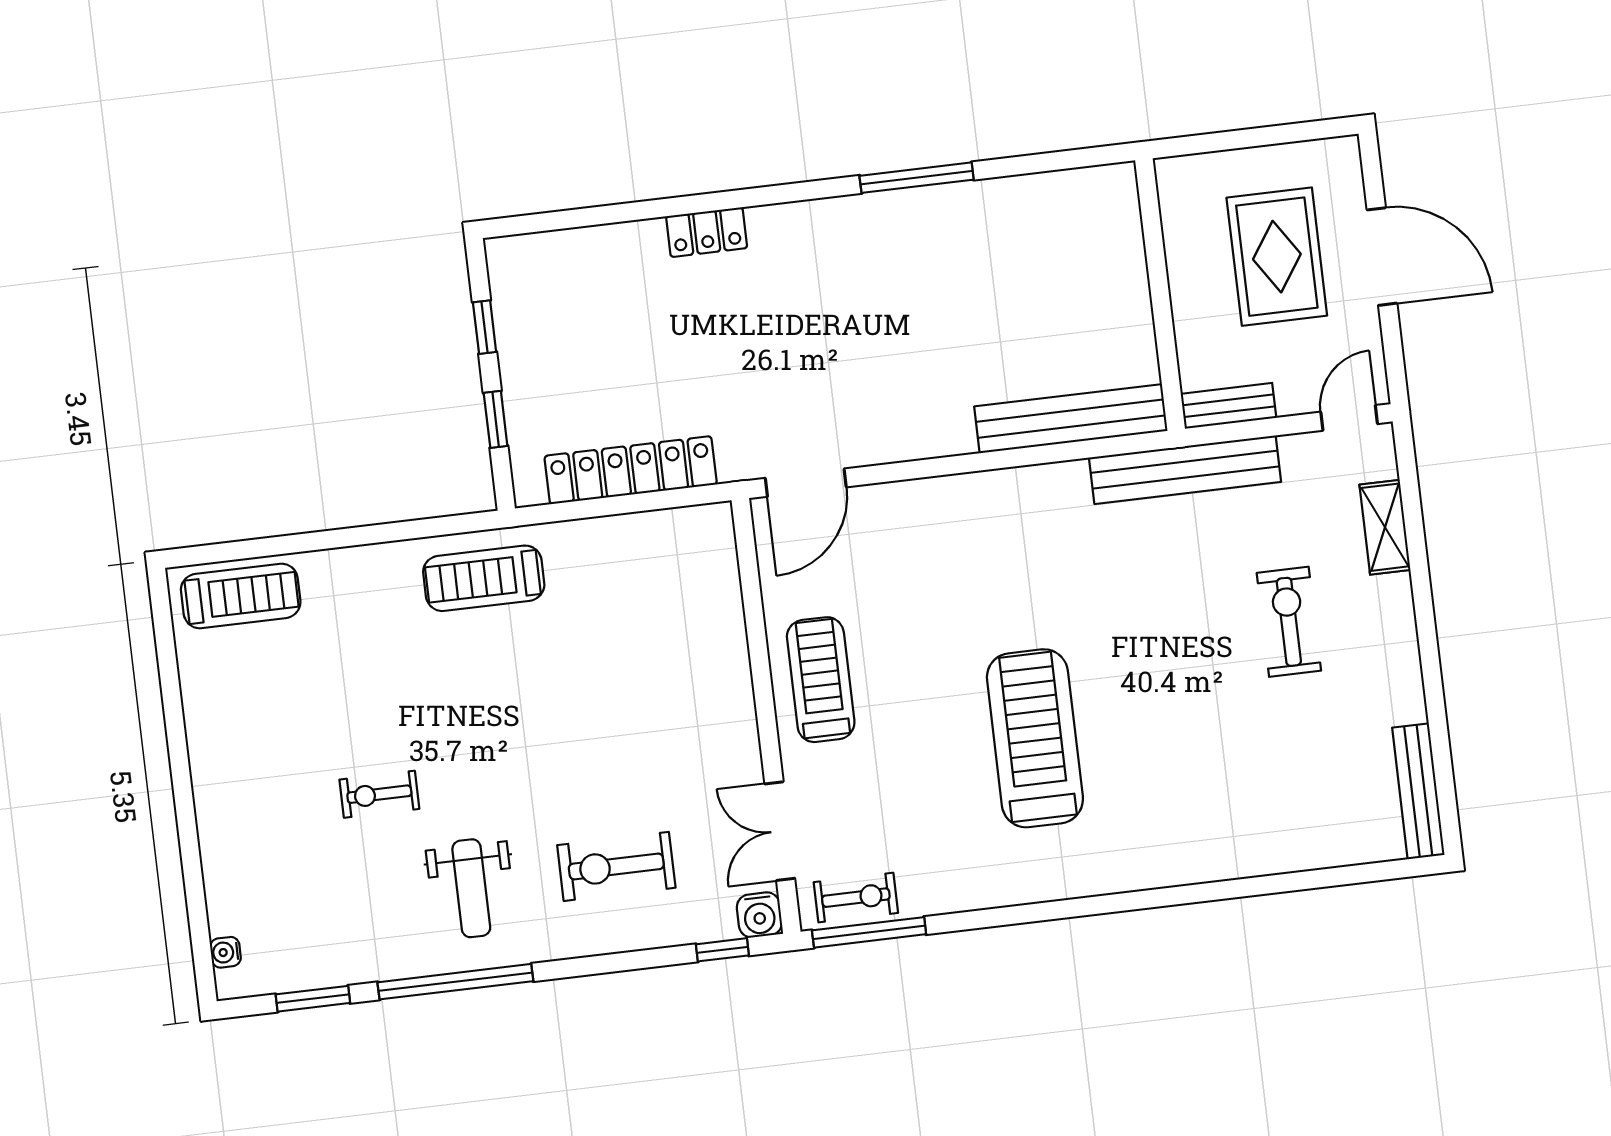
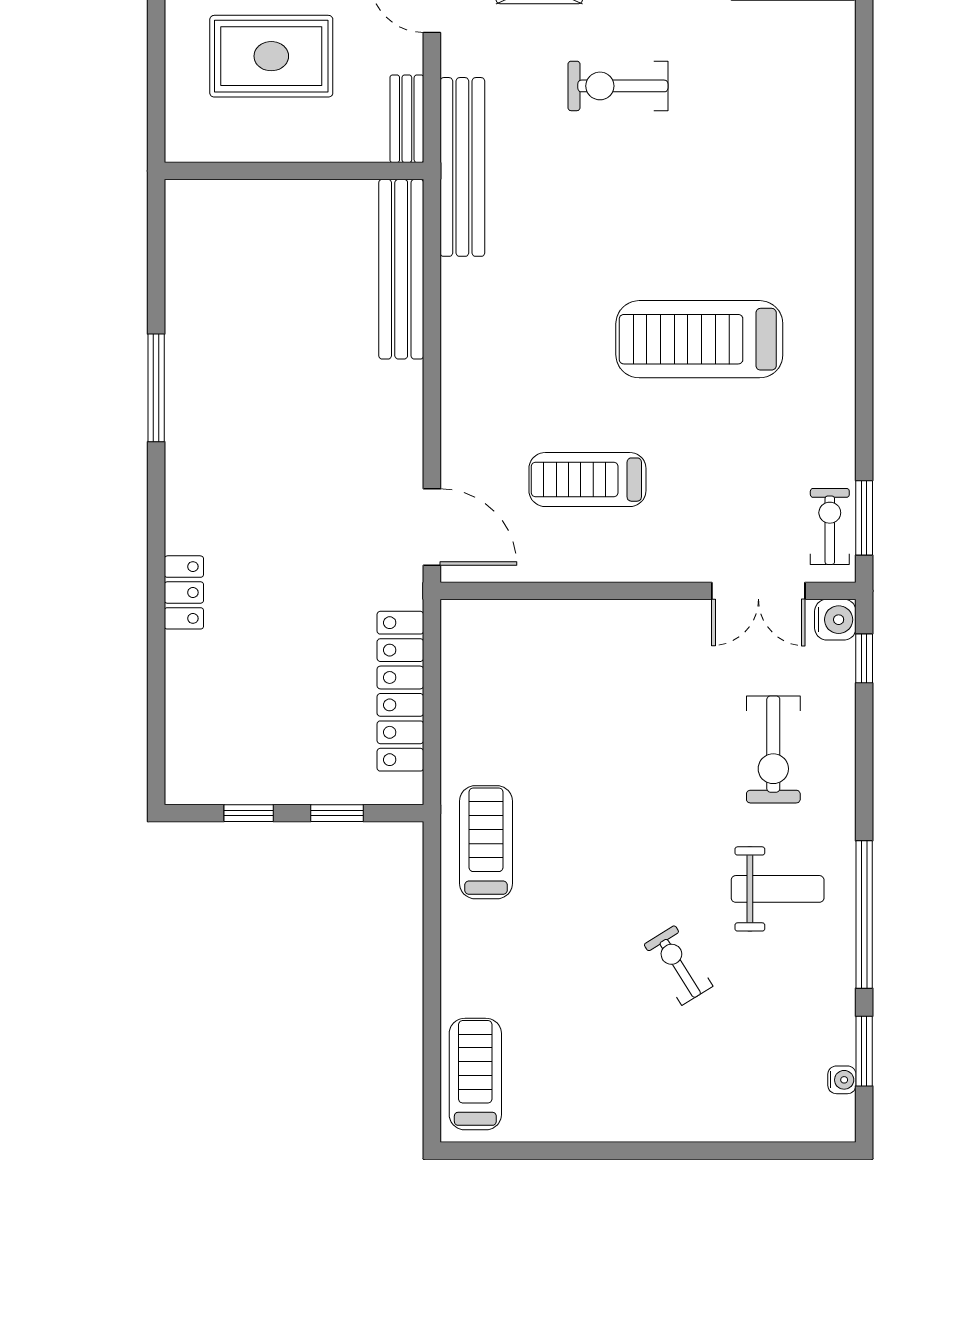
treadmill: (484, 578) -> (486, 842), turned 180
treadmill: (821, 680) -> (587, 480), moved
exercise bike: (379, 794) -> (678, 965), turned 148
window: (869, 932) -> (864, 518), width x0.69
water cooler: (225, 952) -> (842, 1080), moved, turned -90

